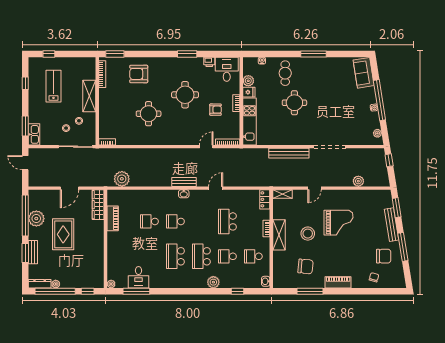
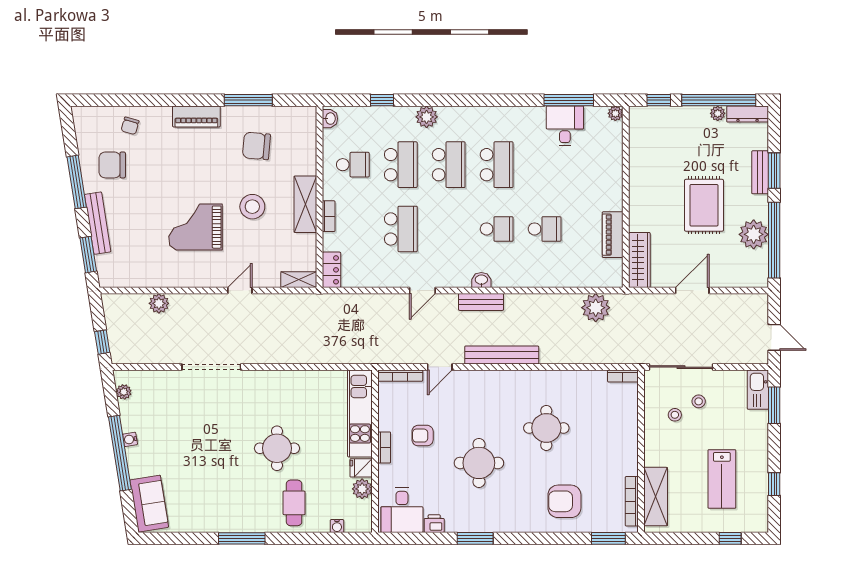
armchair: (139, 74) -> (564, 501), turned 180
shelving: (89, 96) -> (656, 497), moved
bench: (289, 153) -> (502, 355), moved
school desk: (227, 256) -> (401, 165), width x1.85

